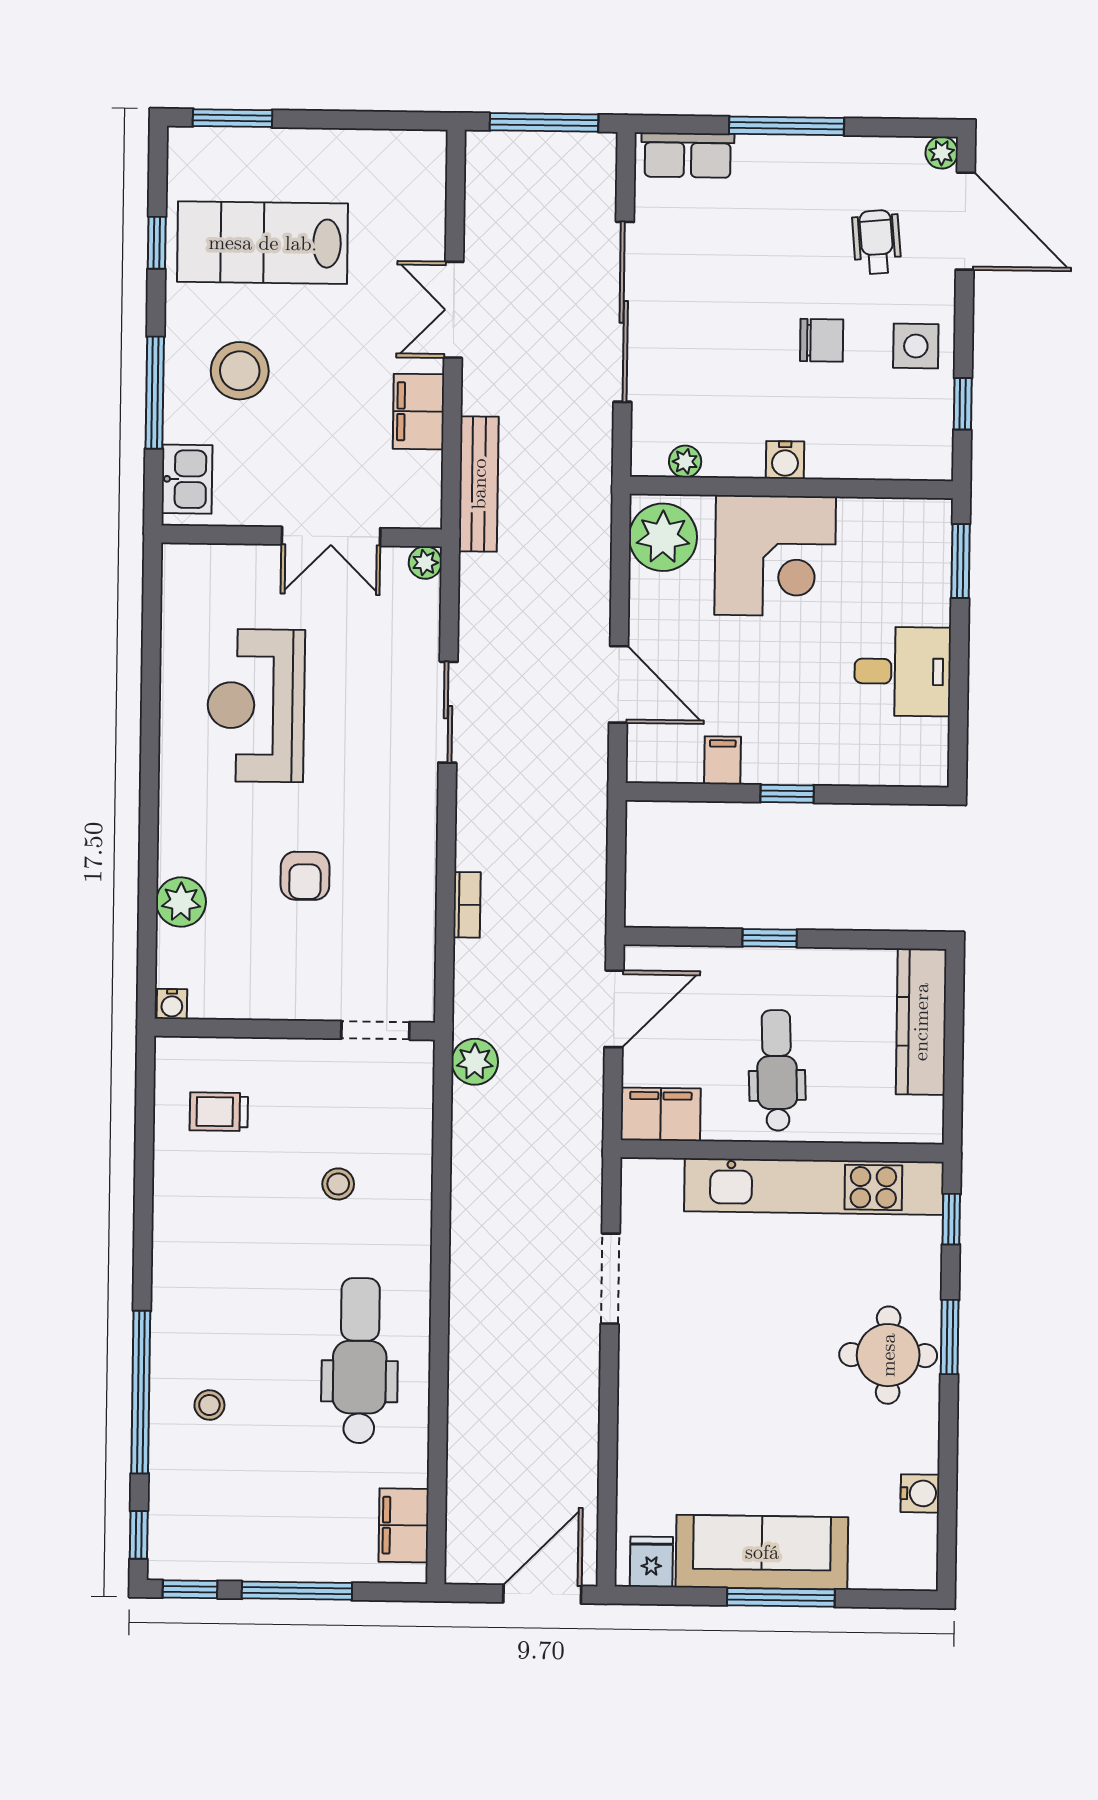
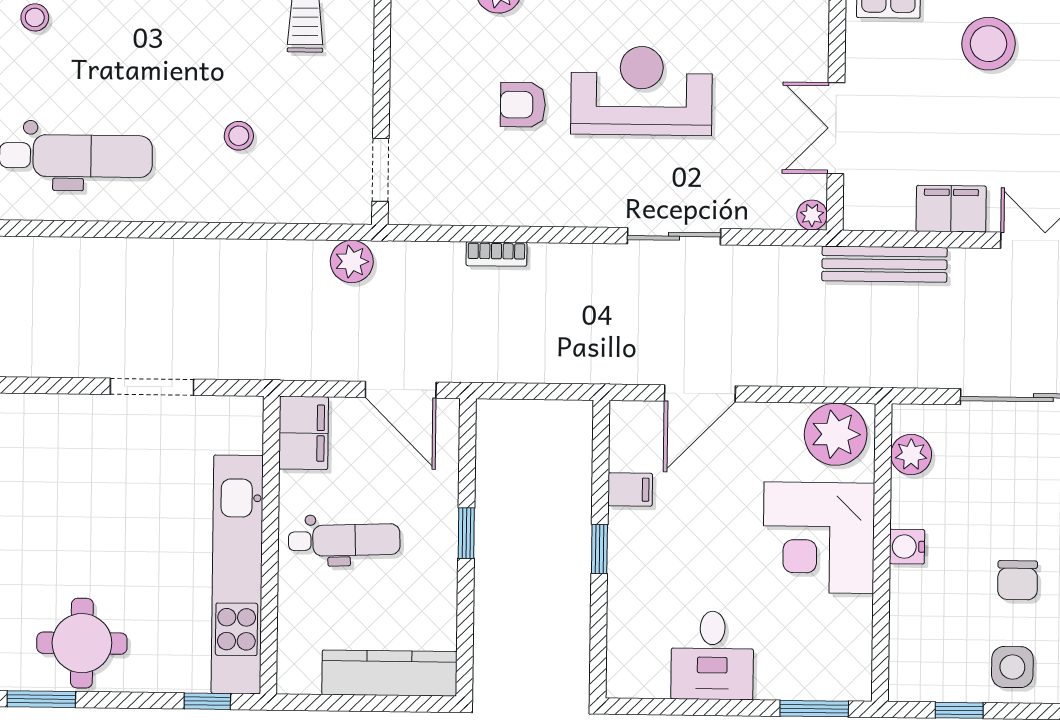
plant: (685, 461) -> (911, 455), width x1.38, depth x1.38
reception desk: (256, 705) -> (641, 91), moved
window: (950, 1337) -> (41, 699), moved

